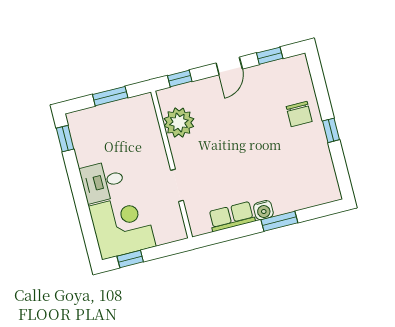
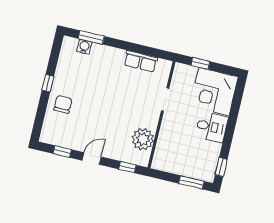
window: (110, 96) -> (191, 182), moved
water cooler: (263, 210) -> (84, 47), moved
window: (279, 221) -> (91, 37), moved
window: (130, 259) -> (200, 63), moved

